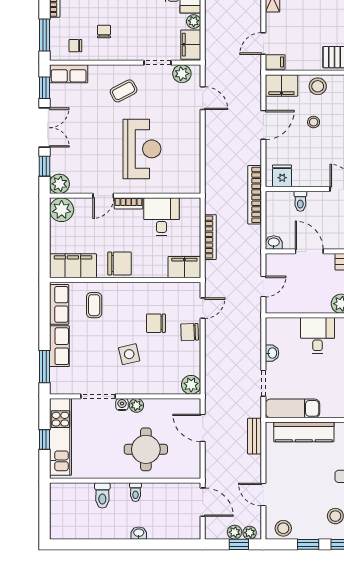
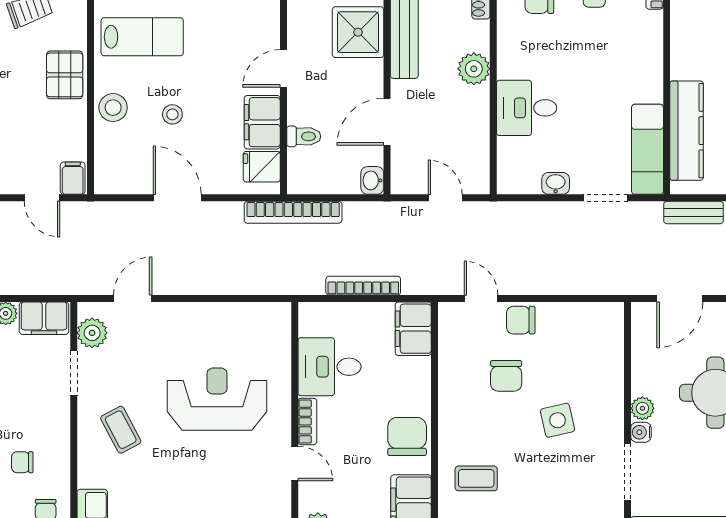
filing cabinet: (281, 85) -> (262, 122), moved, turned 180
chair: (190, 332) -> (521, 320), turned 92
plant: (191, 385) -> (608, 318), removed

